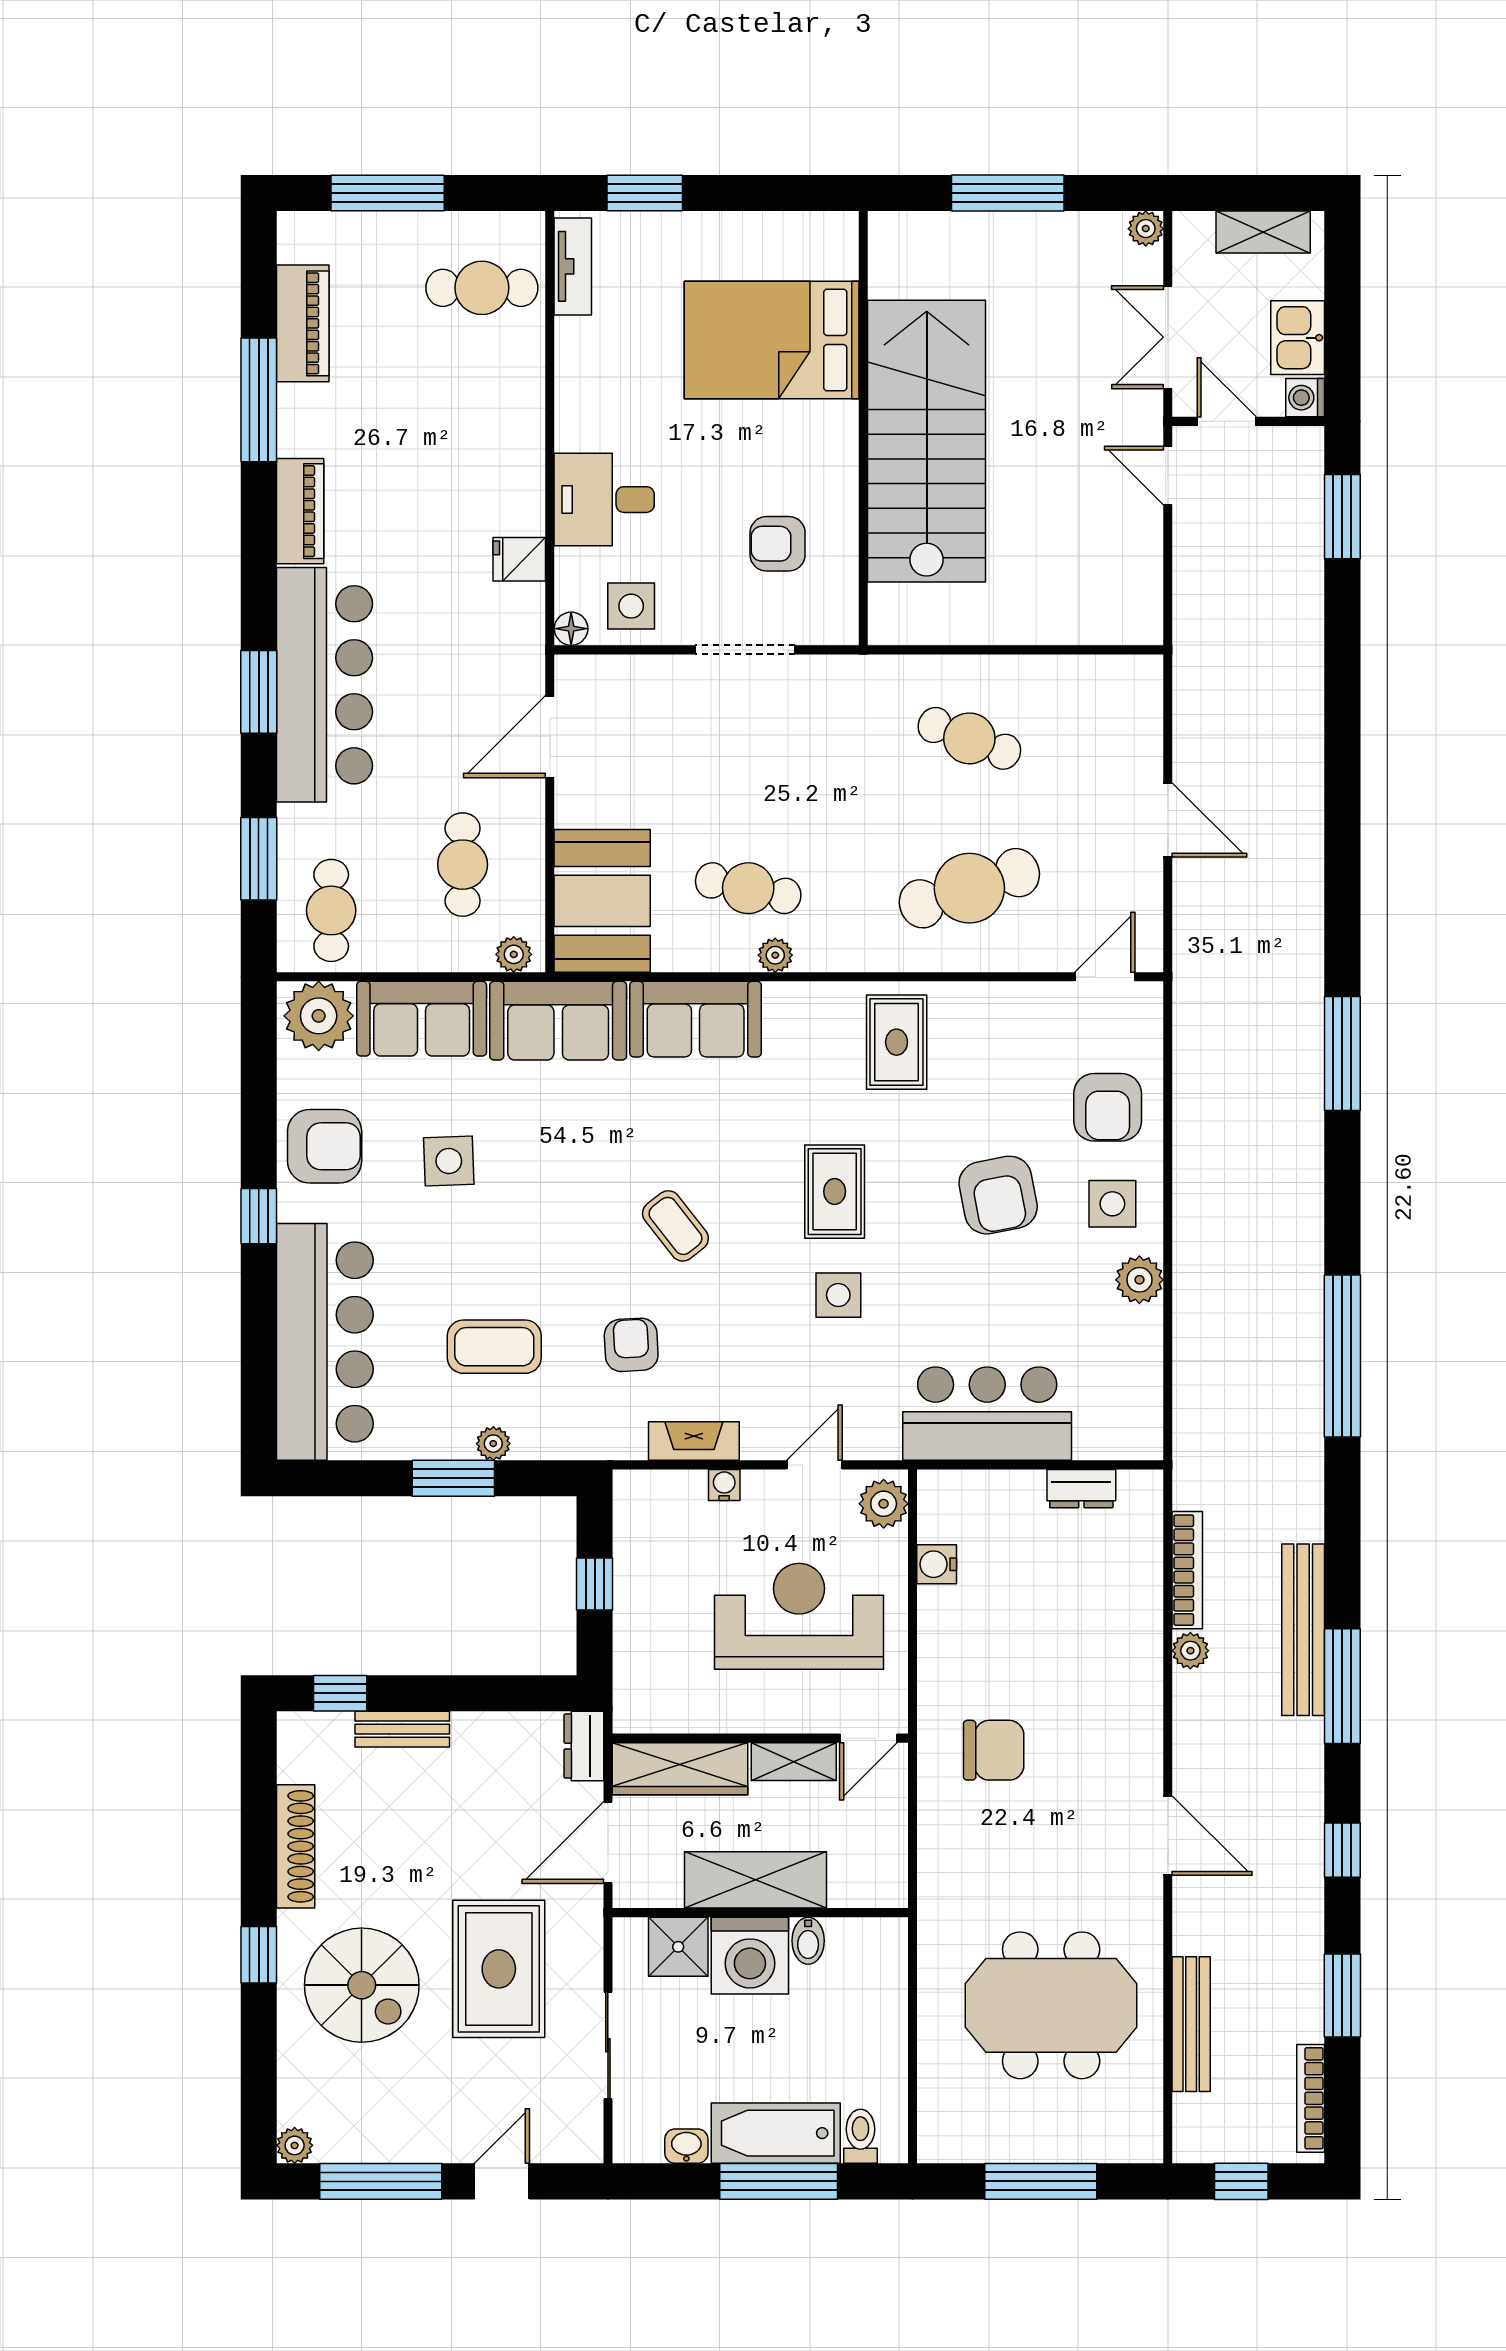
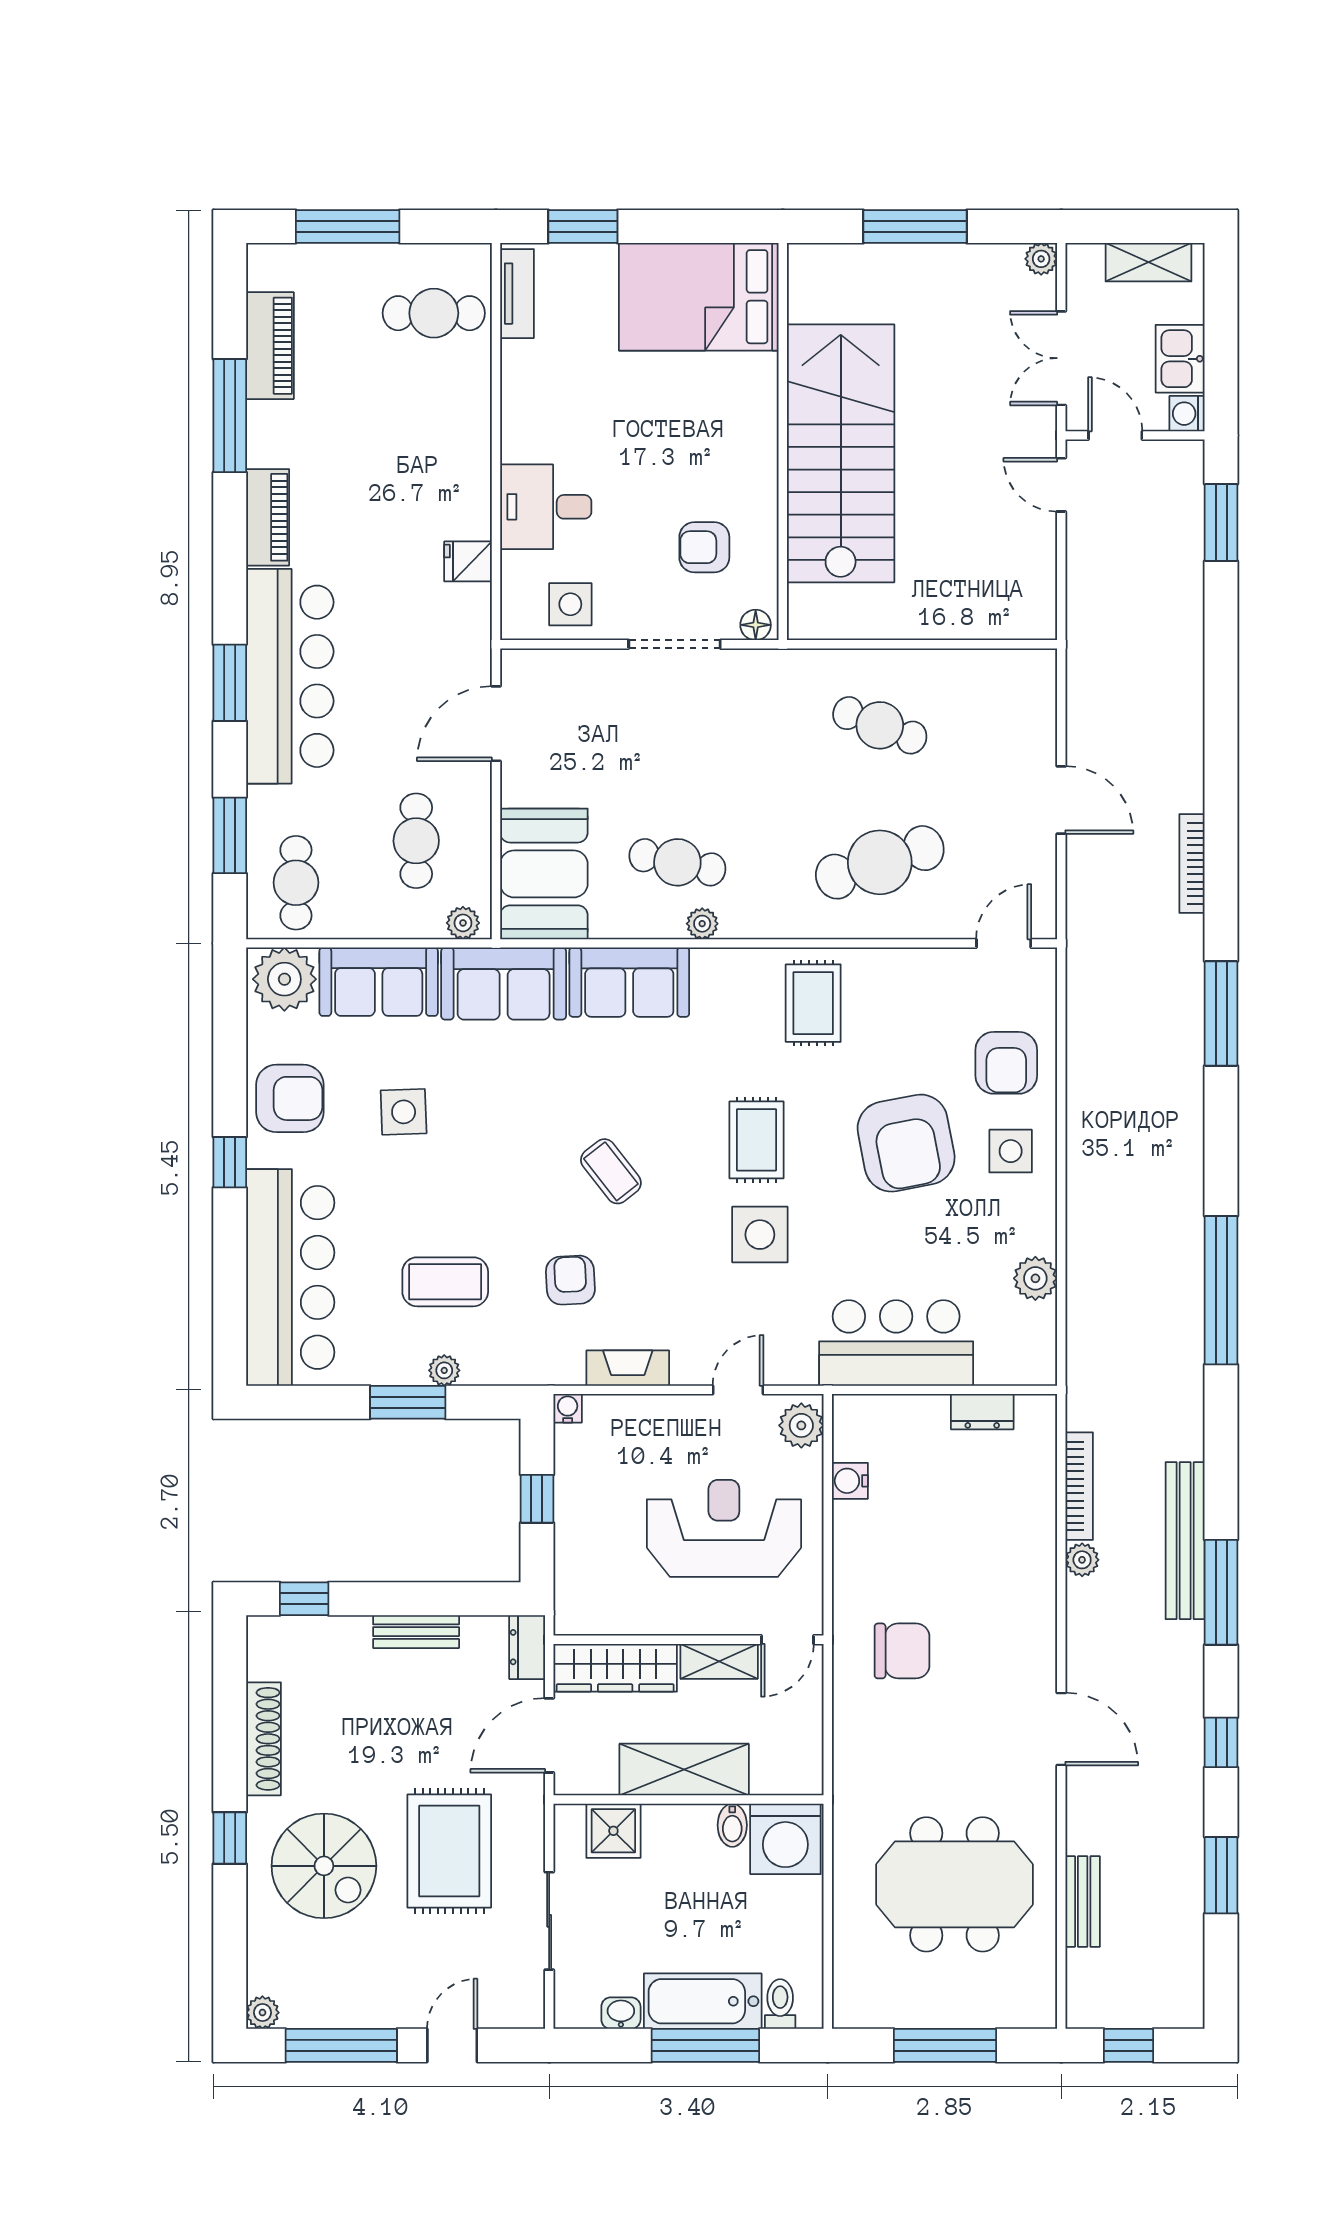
bed: (772, 340) -> (699, 297), moved
floor lamp: (571, 629) -> (756, 625), moved
armchair: (998, 1195) -> (906, 1143), width x1.36, depth x1.36
plant: (1139, 1280) -> (1035, 1278), moved
side table: (838, 1295) -> (760, 1235), width x1.37, depth x1.37
water cooler: (724, 1485) -> (568, 1408), moved
bench: (402, 1729) -> (416, 1632), moved
washing machine: (750, 1956) -> (785, 1839), moved
bench: (1191, 2024) -> (1083, 1901), width x0.73
bookcase: (1311, 2098) -> (1192, 864), moved

